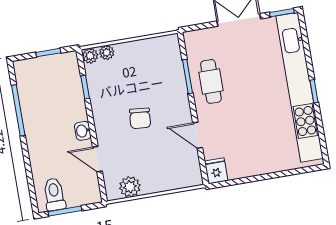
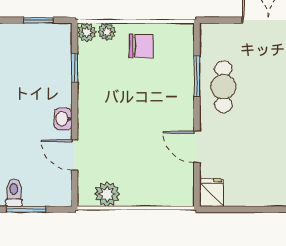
chair: (140, 118) -> (141, 46), moved, turned -95
toilet: (54, 194) -> (14, 193), width x0.73, depth x0.72

